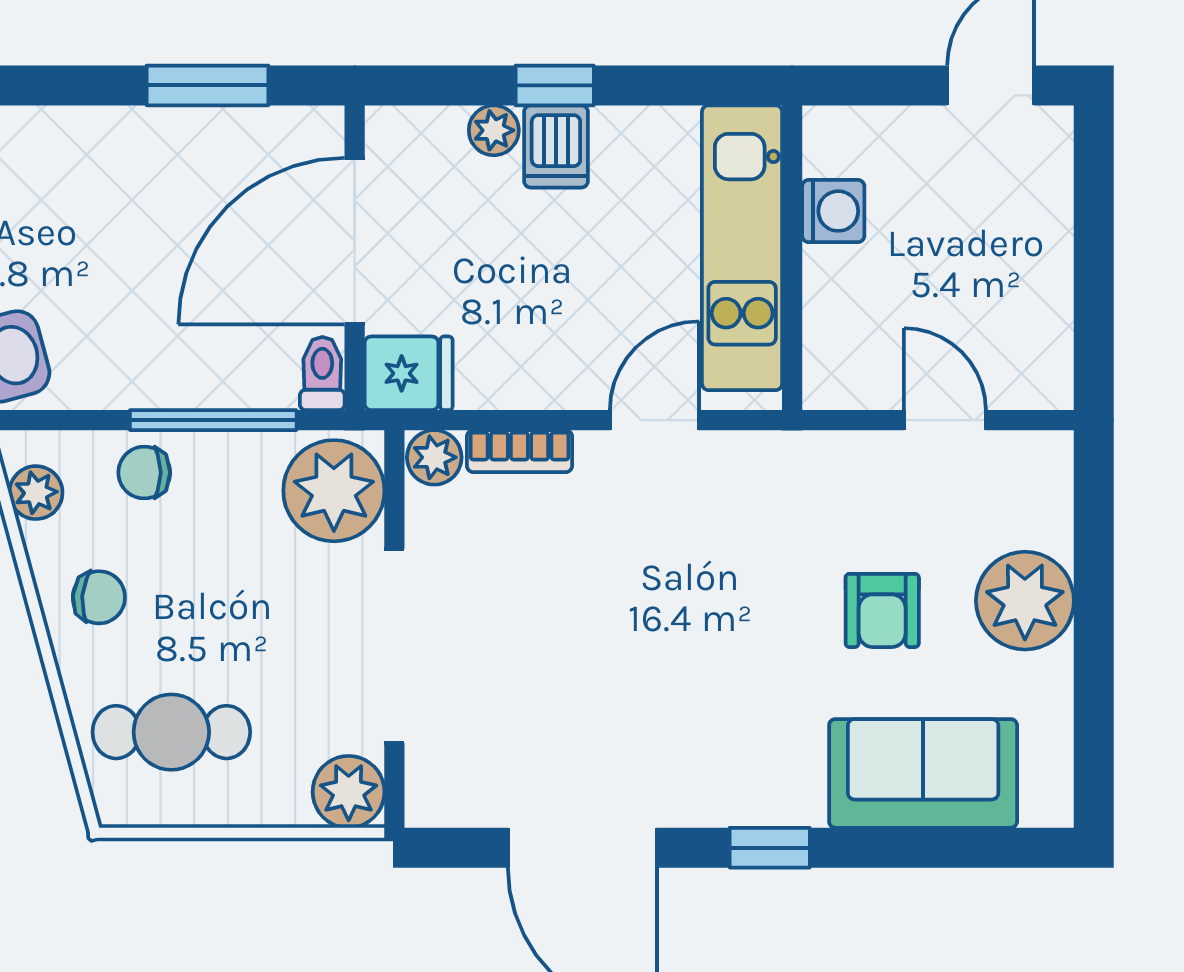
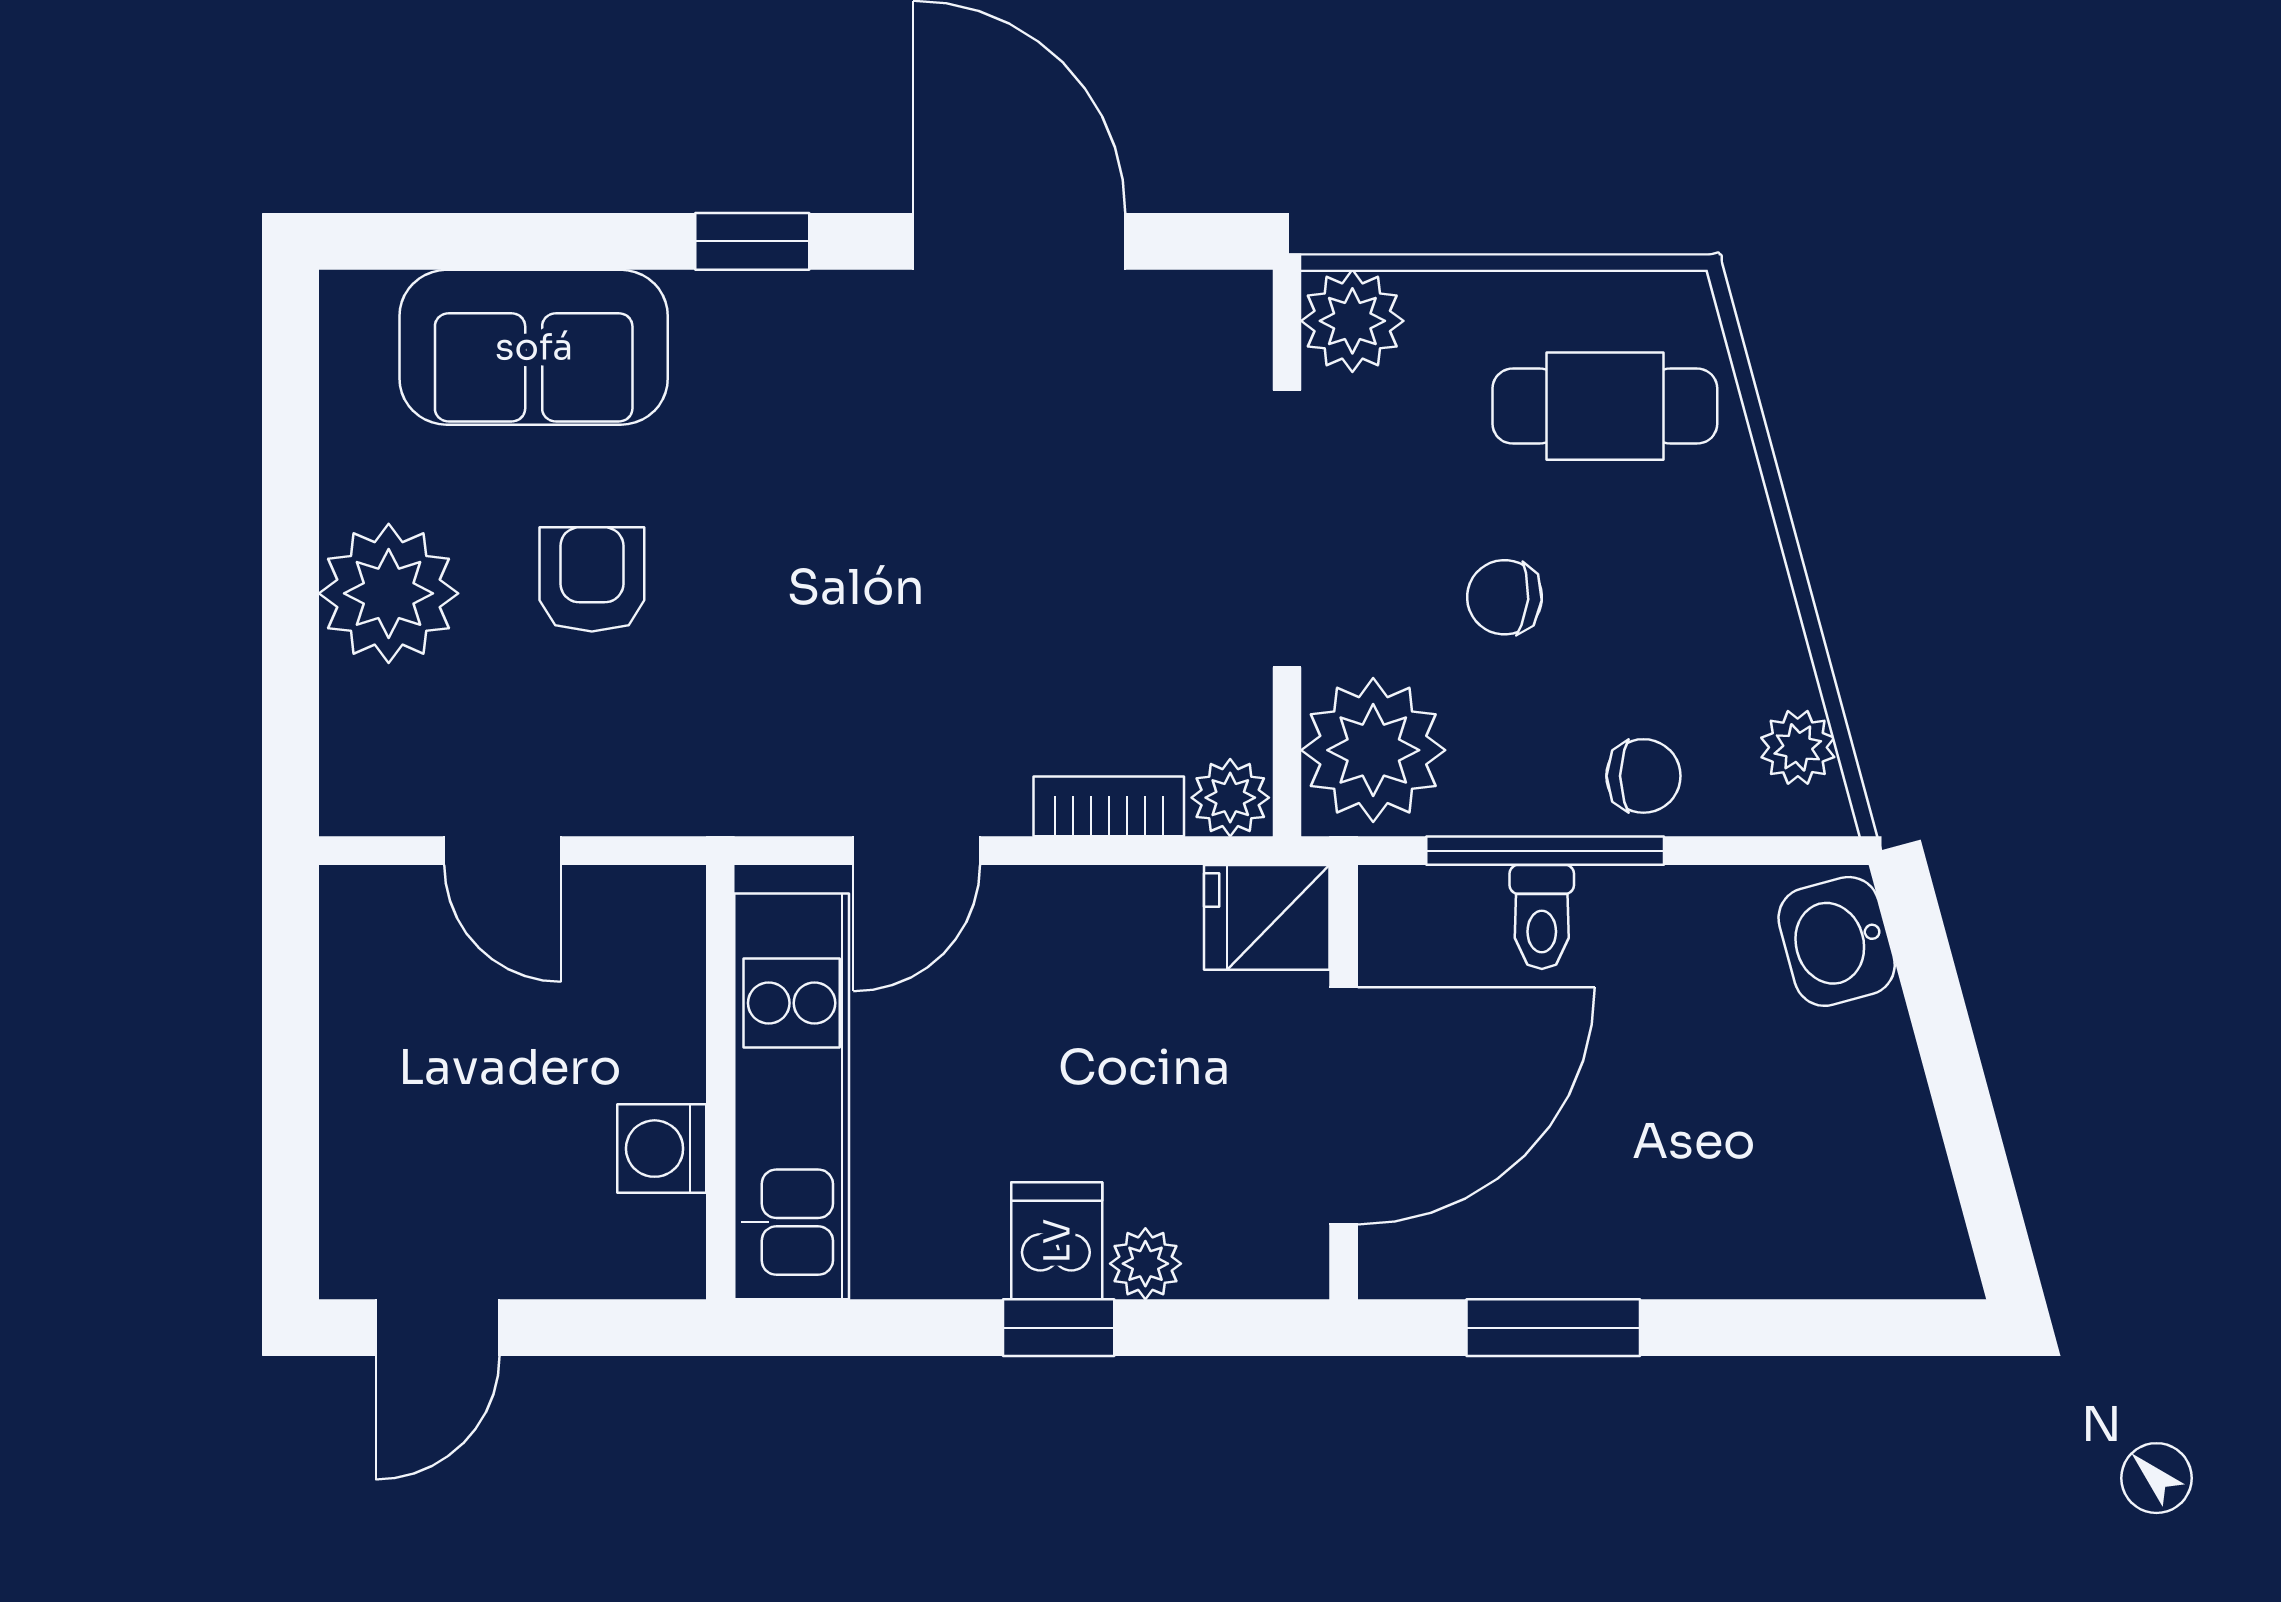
toilet: (322, 374) -> (1542, 917), moved
chair: (99, 597) -> (1505, 597), moved

